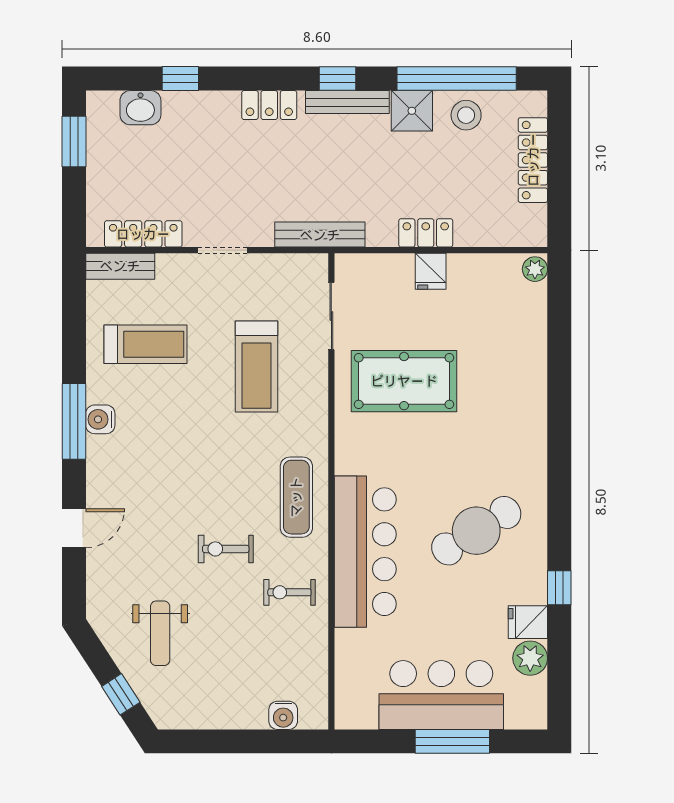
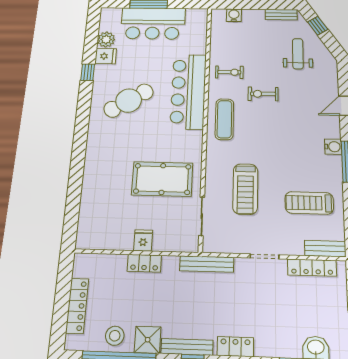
plant: (535, 269) -> (83, 240), removed
treadmill: (256, 367) -> (245, 189), turned 180
water cooler: (100, 419) -> (333, 147), moved
exercise bike: (226, 549) -> (263, 94), turned 180
bench: (191, 718) -> (281, 15), added

